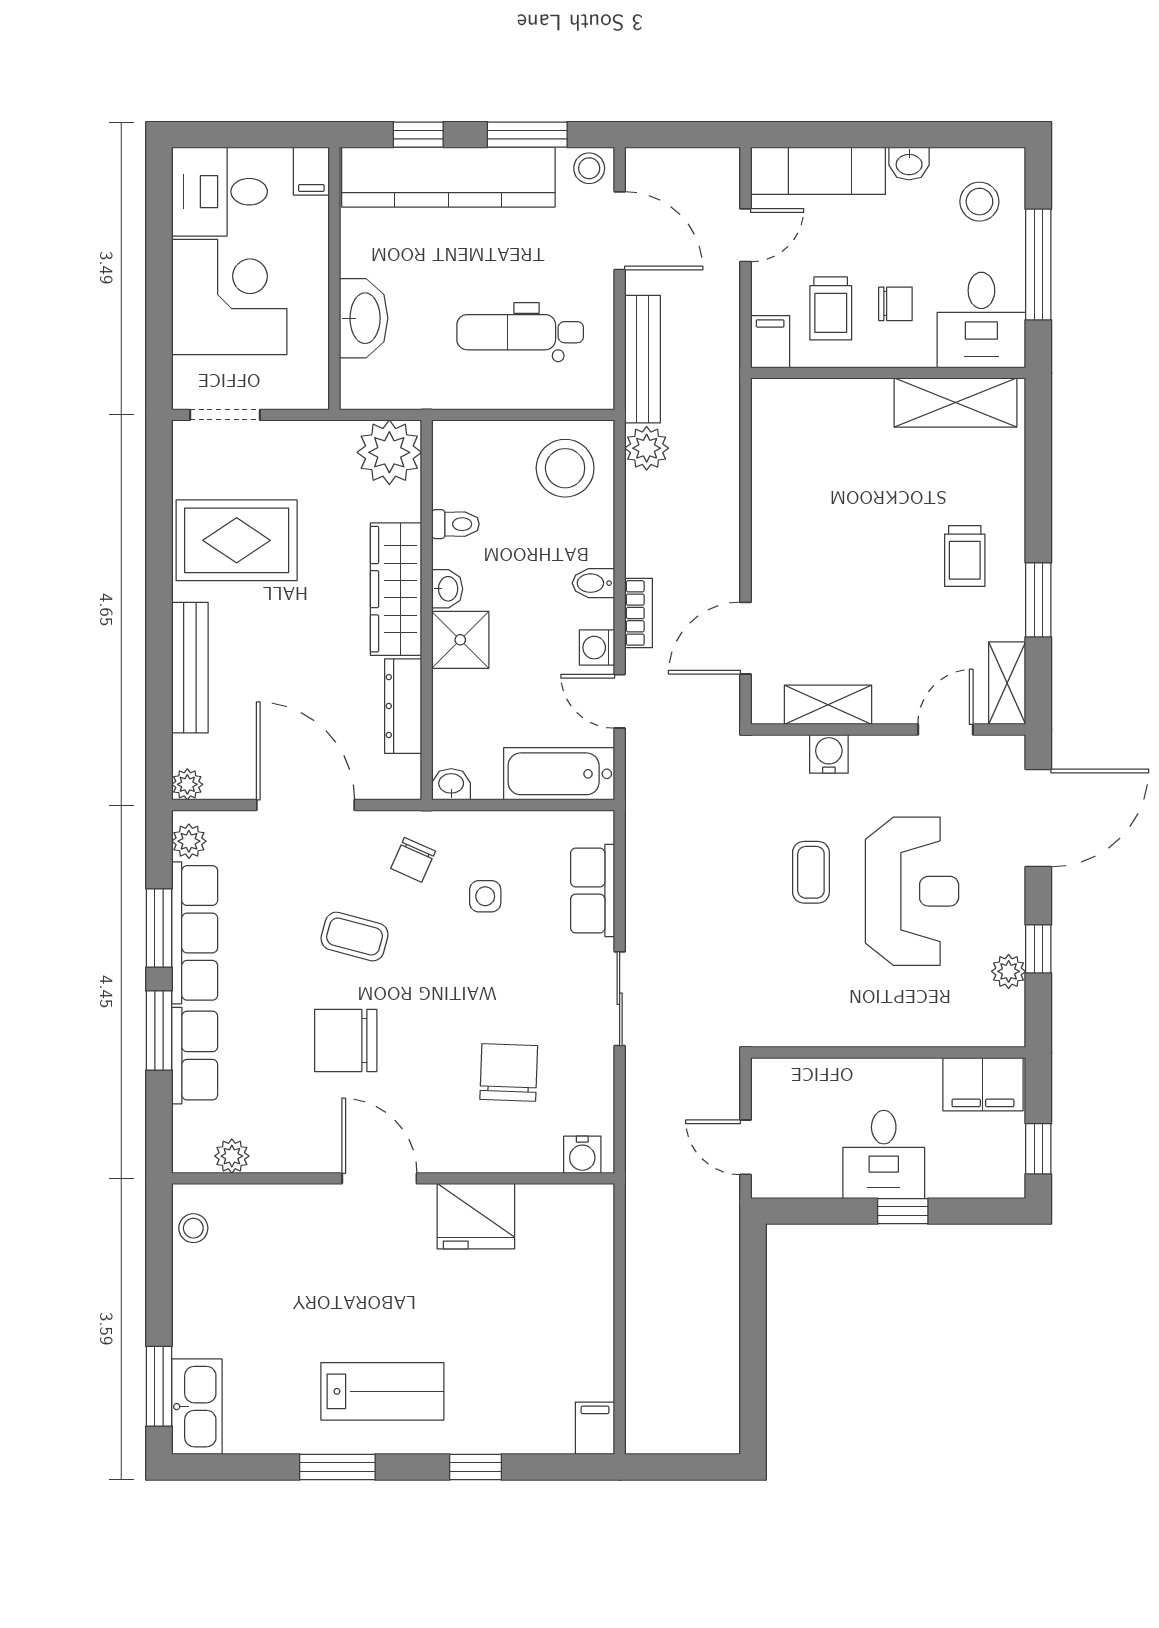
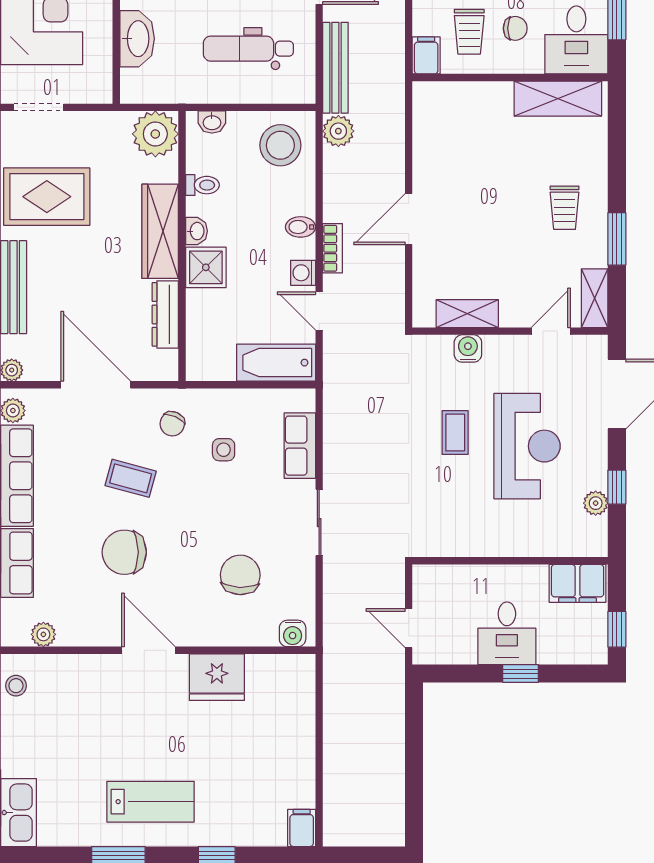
door: (745, 638) -> (409, 219), moved
washbasin: (451, 784) -> (212, 122), moved, turned 180

